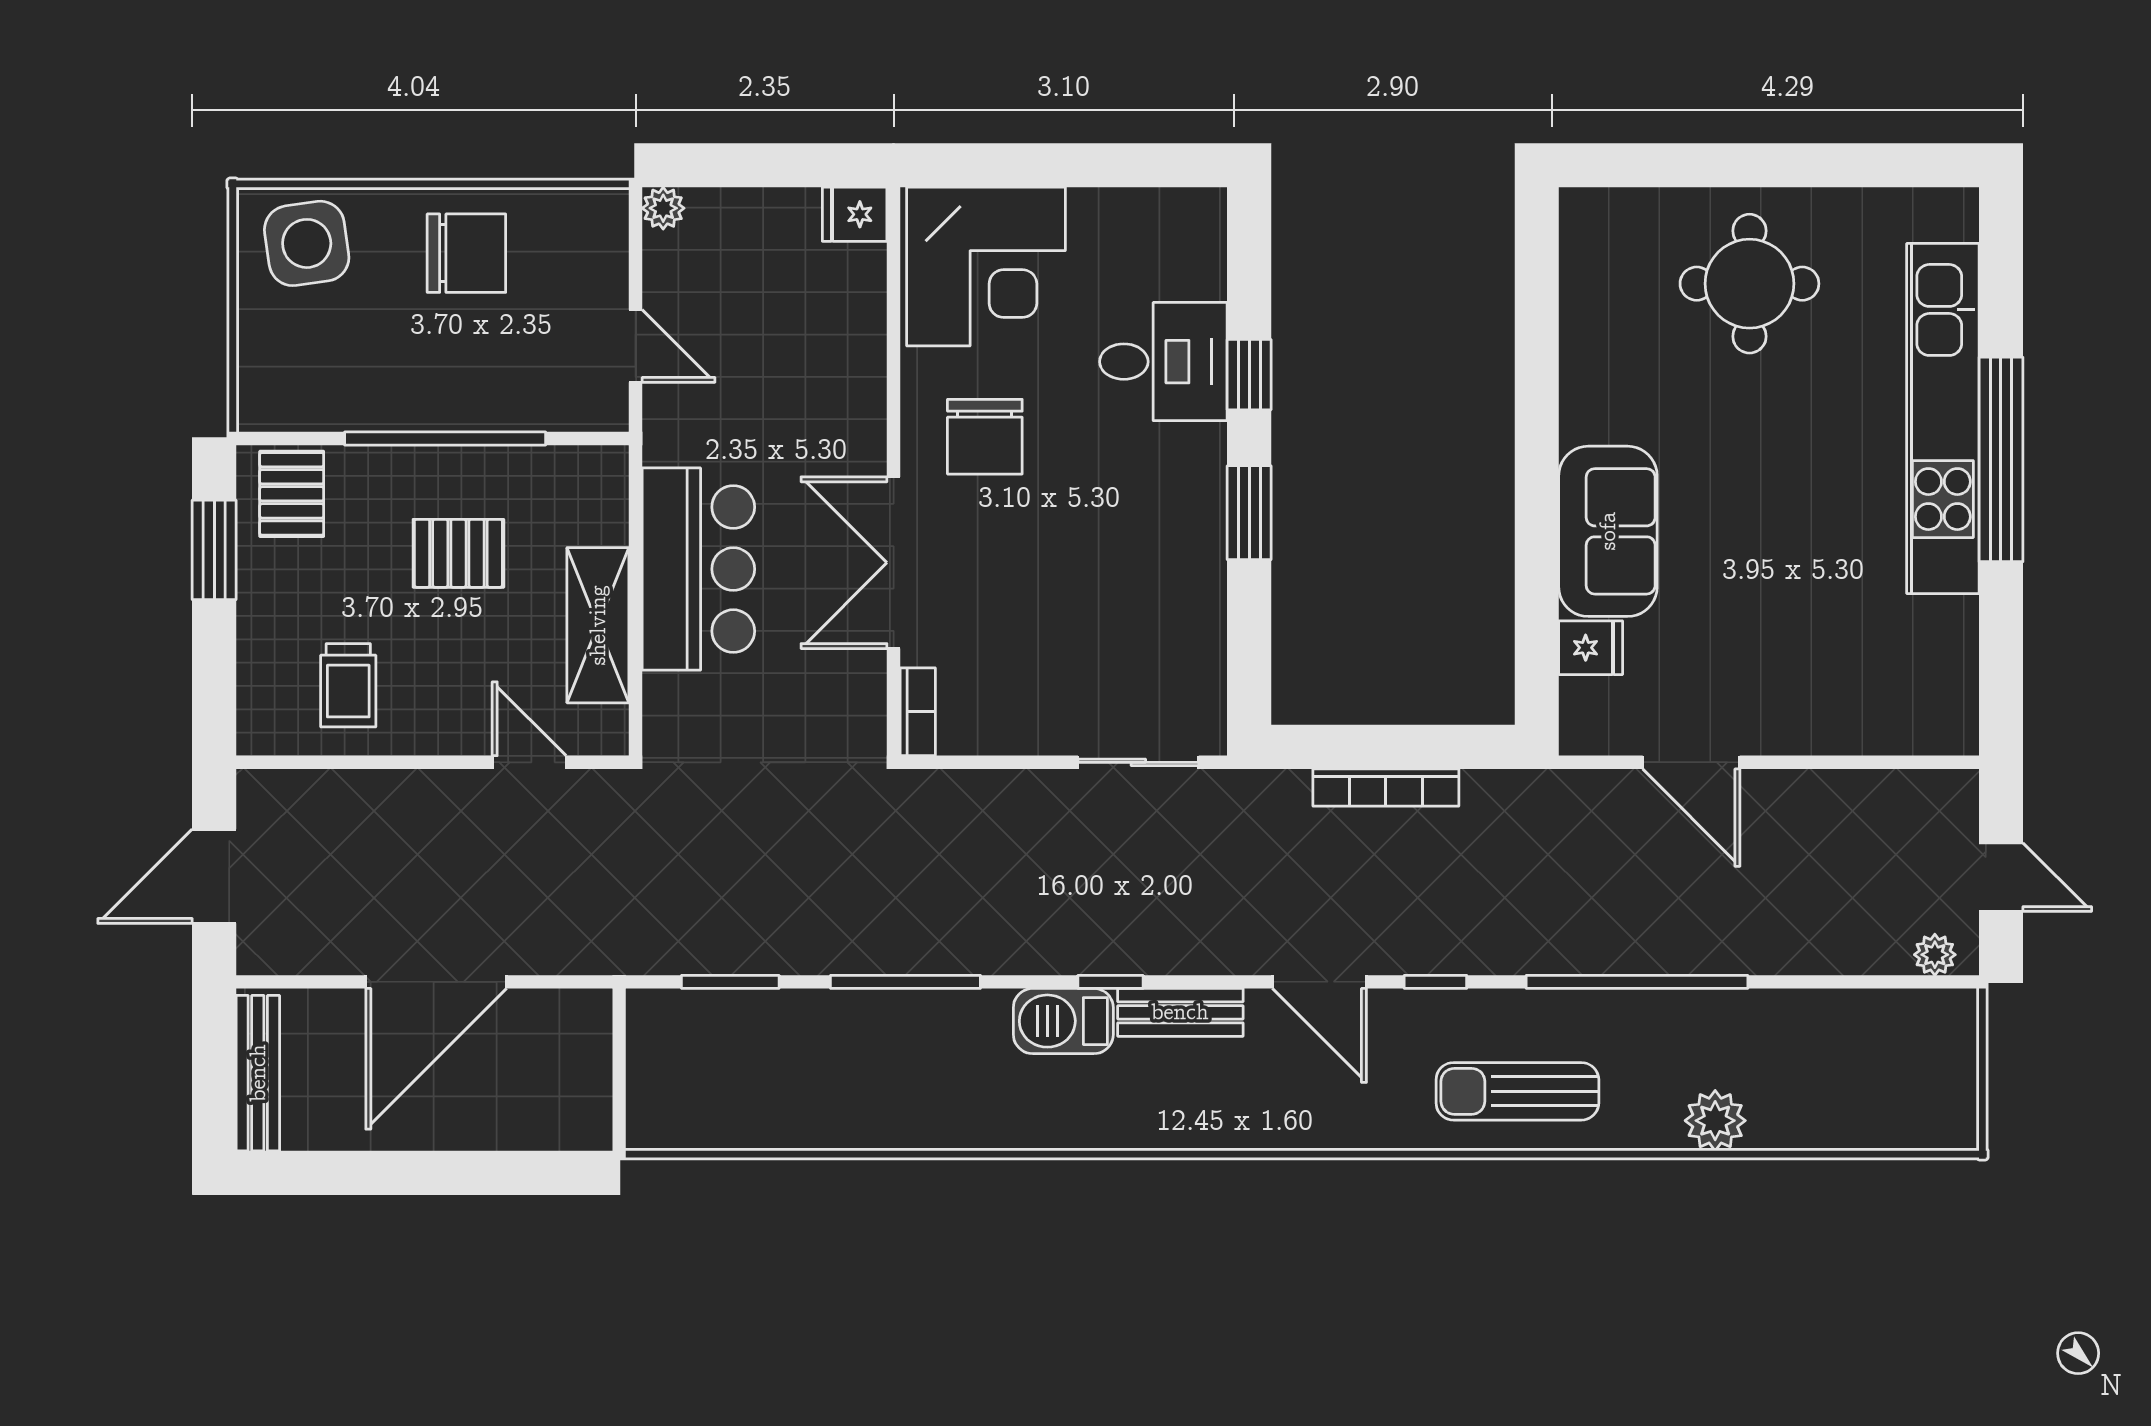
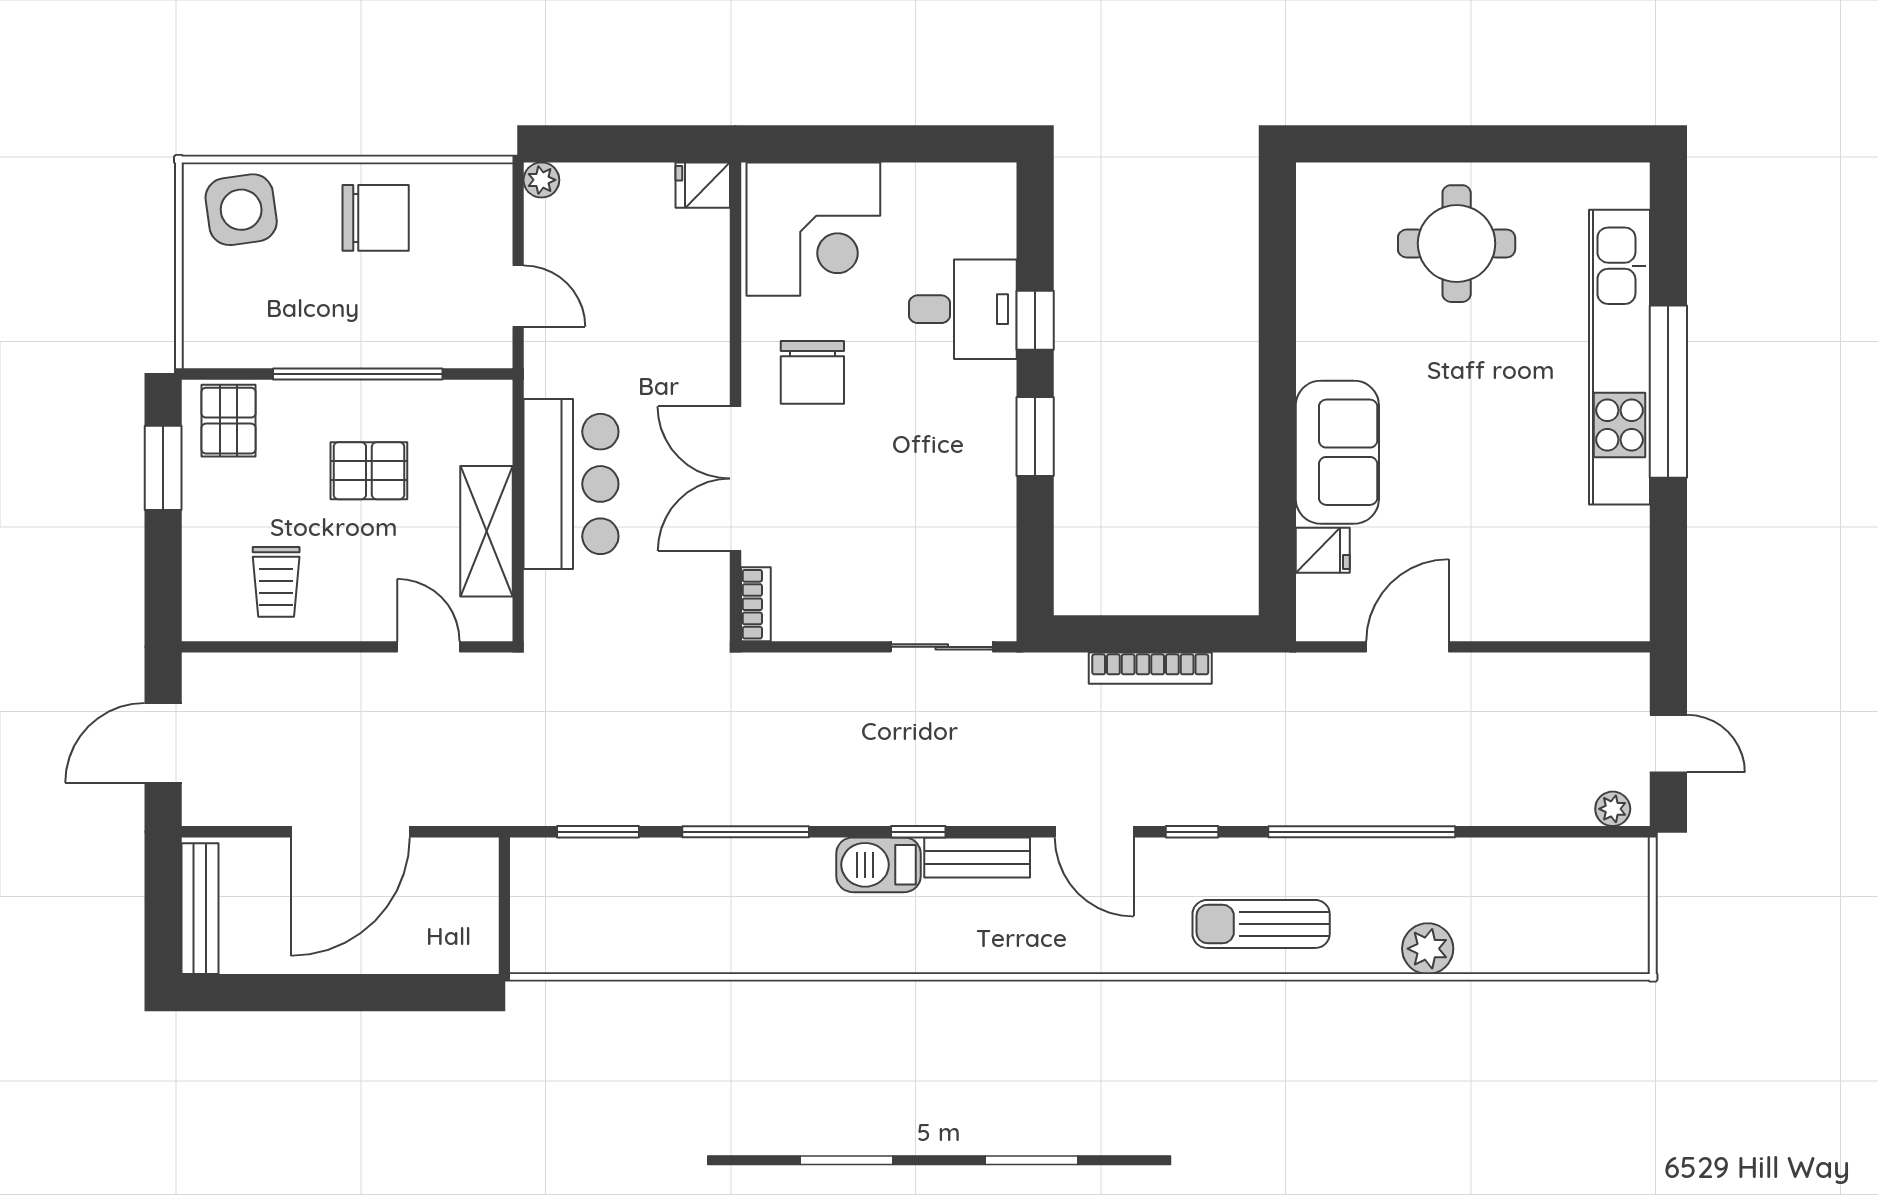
door: (1691, 762) -> (1408, 647), swing flipped

